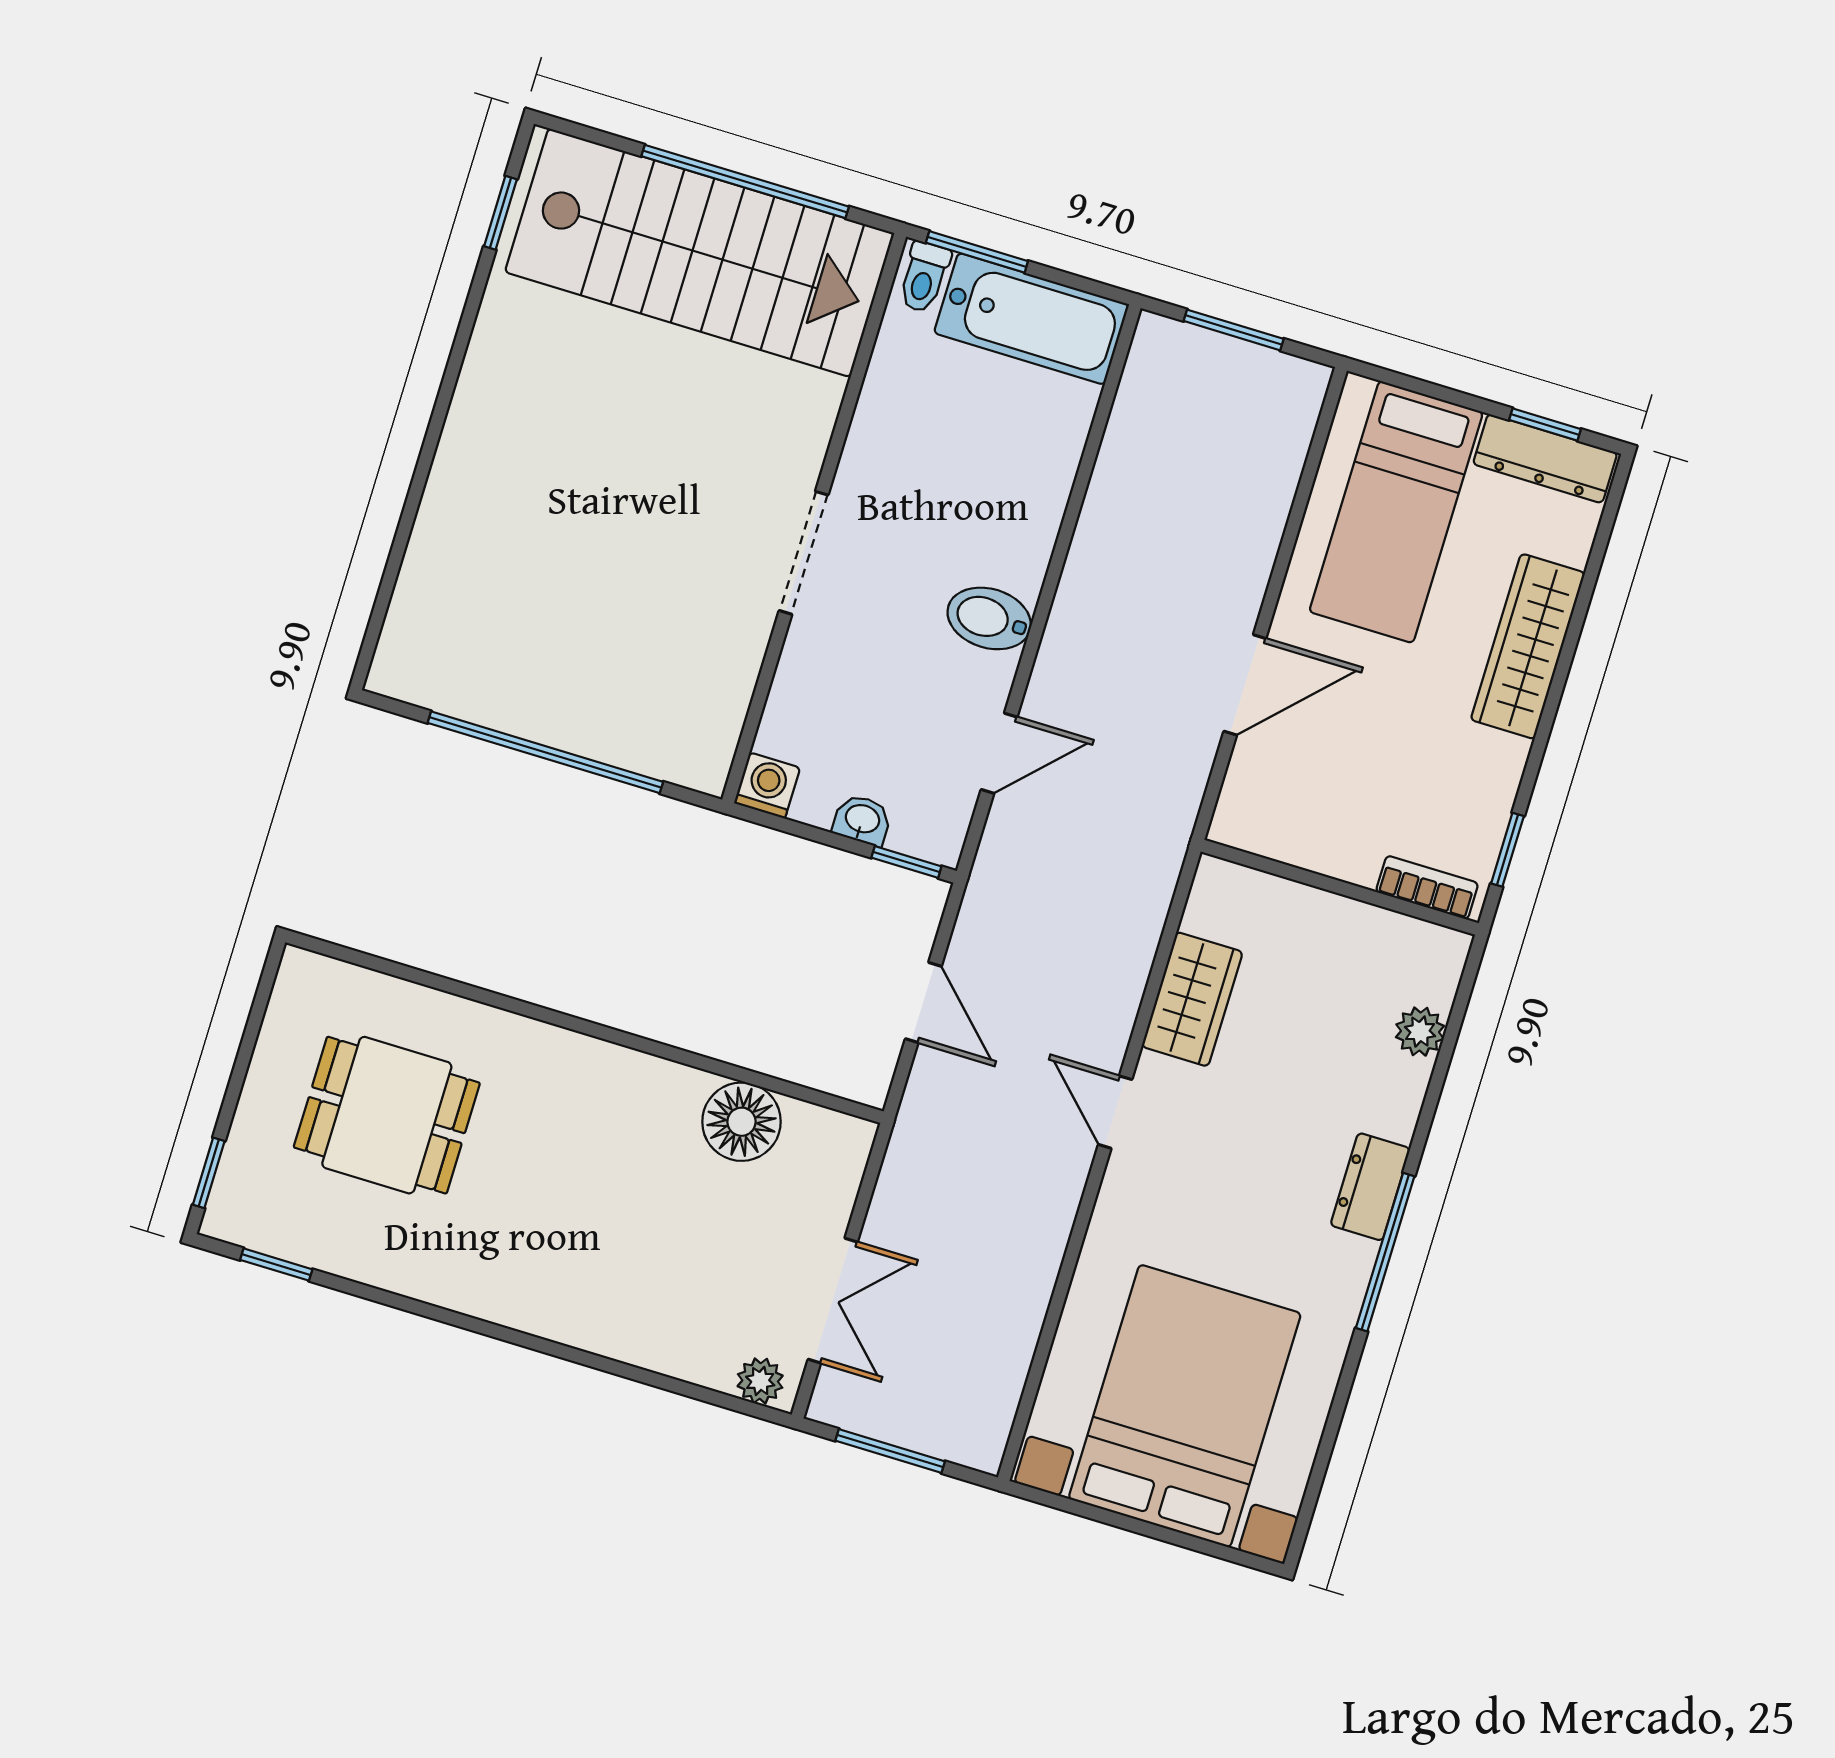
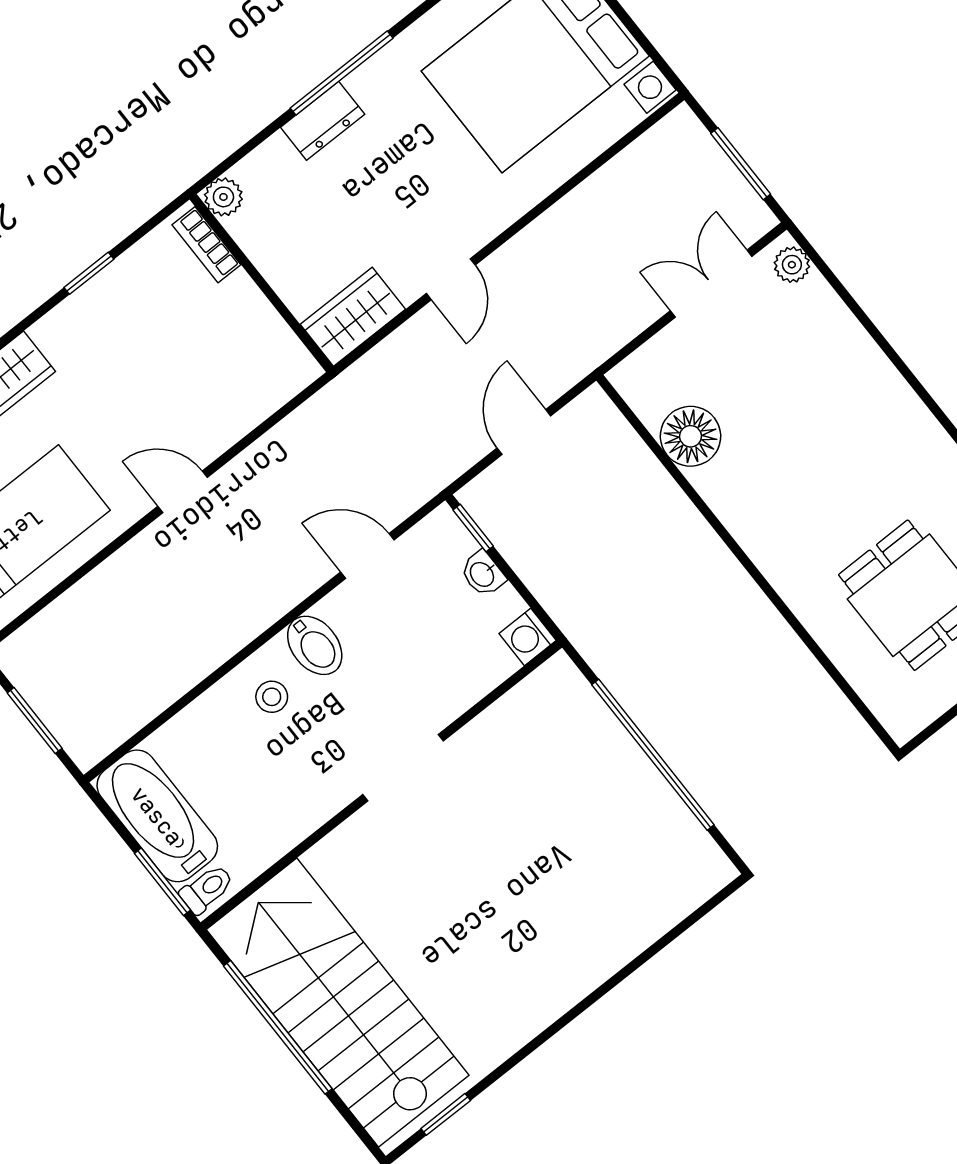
stool: (997, 531) -> (272, 697), added
door: (1245, 685) -> (182, 492), width x0.73
wall: (1340, 887) -> (261, 283), moved
bookcase: (1427, 887) -> (206, 245), moved

